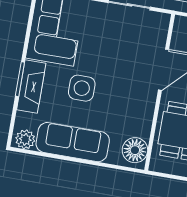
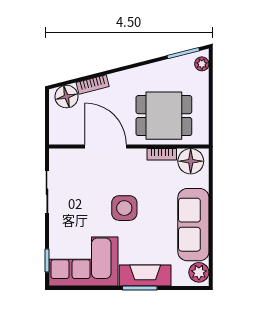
side table: (82, 88) -> (124, 208), moved
bookcase: (147, 123) -> (162, 154), added

